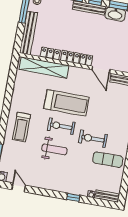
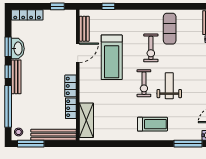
locker: (77, 58) -> (71, 86), width x0.66
shelving: (44, 67) -> (86, 120), width x0.68
treadmill: (66, 103) -> (112, 57), moved, turned 180

